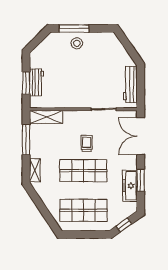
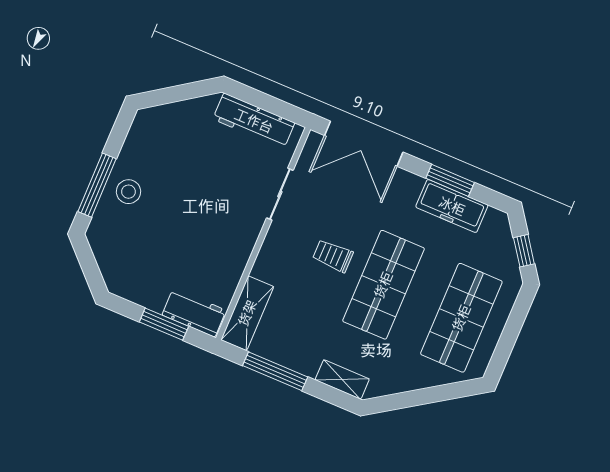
workbench: (37, 82) -> (194, 313), moved

